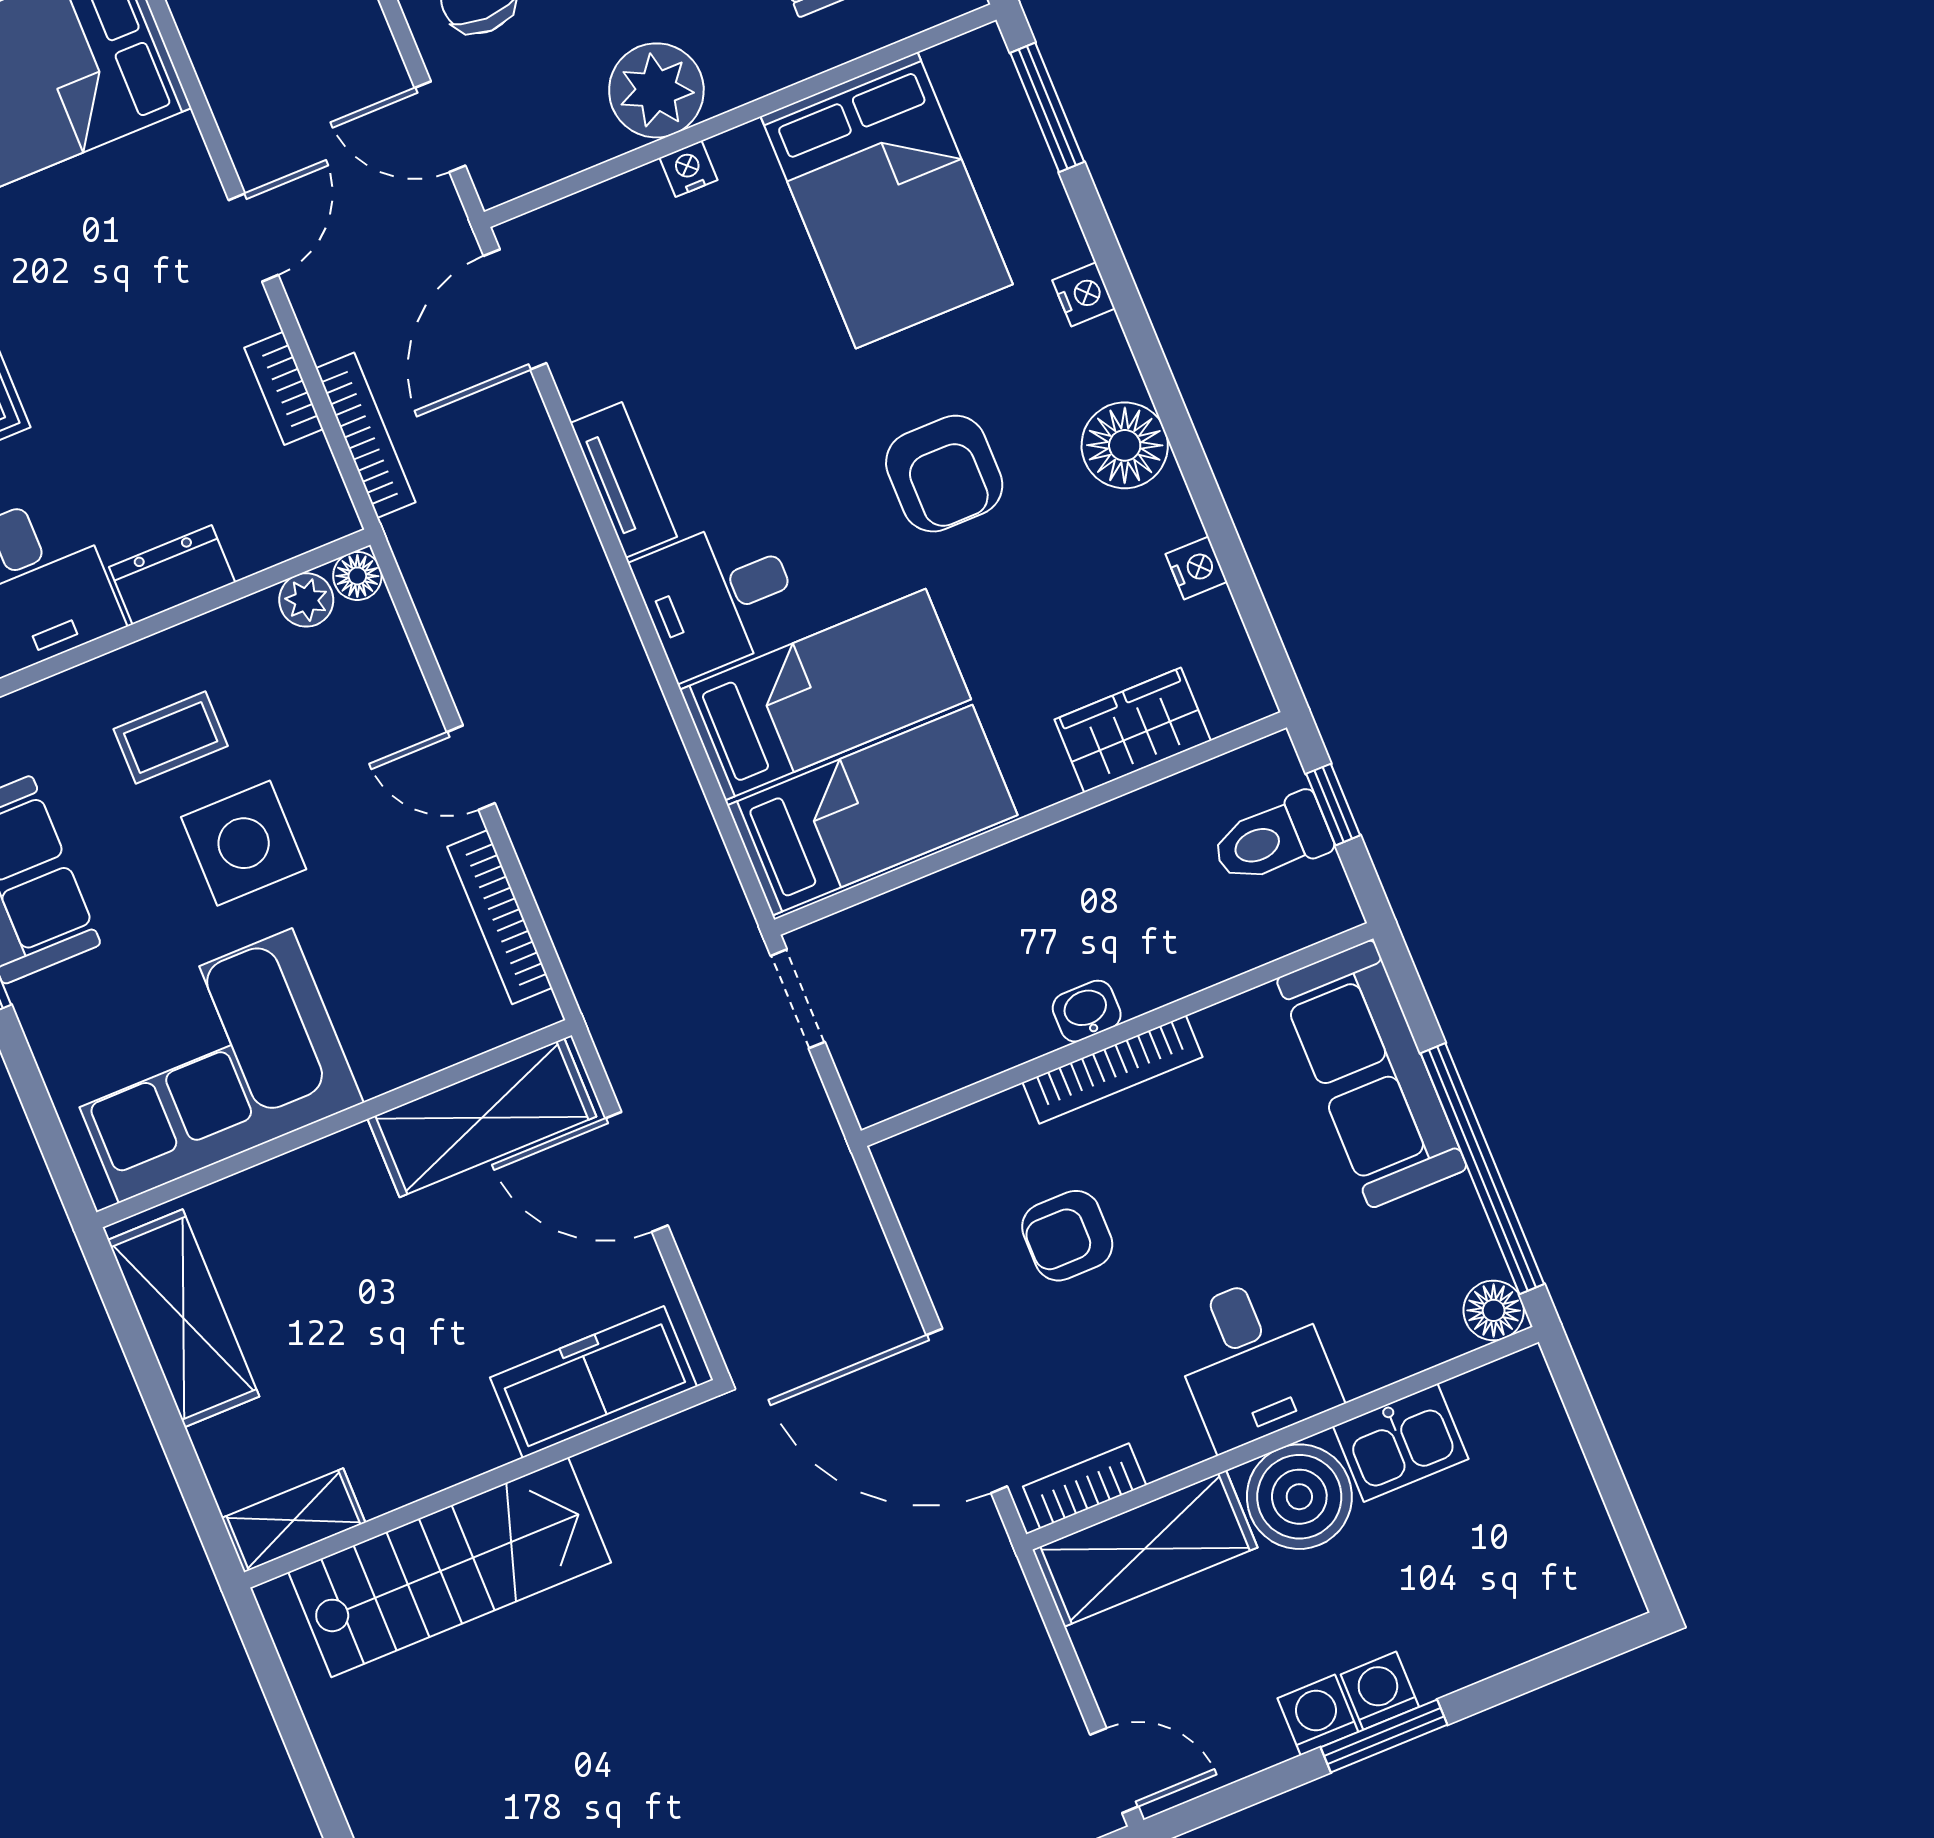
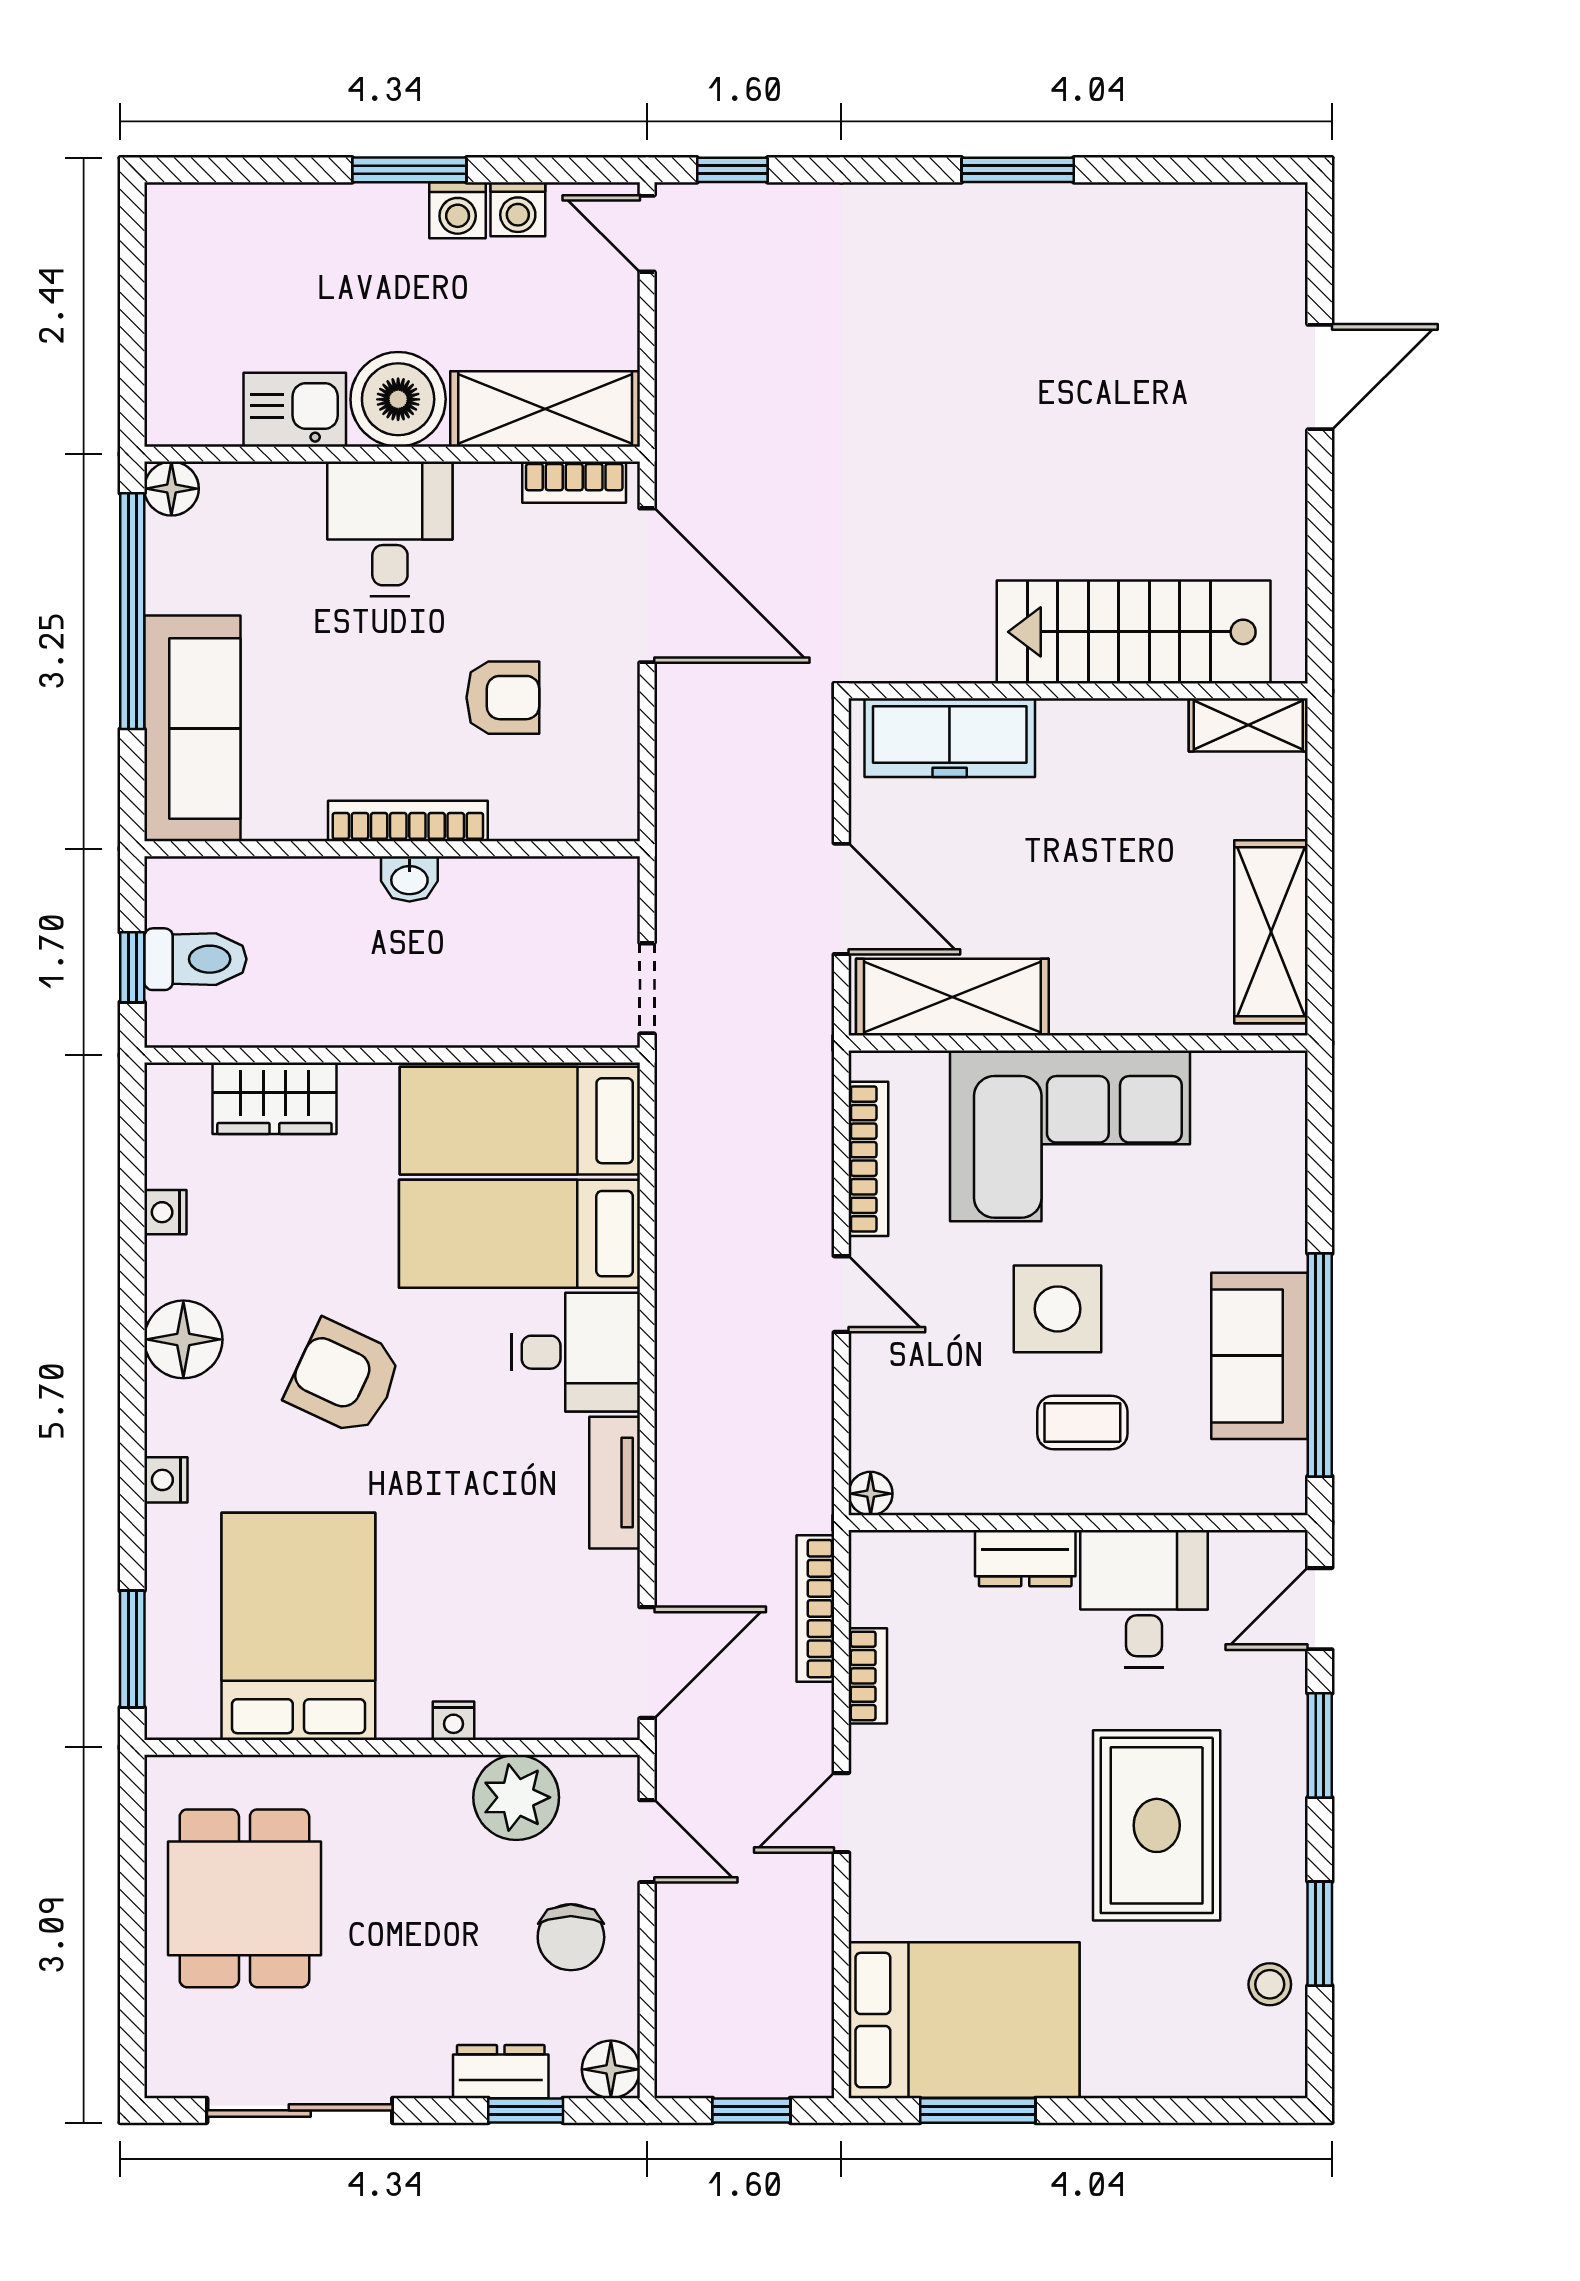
plant: (656, 90) -> (516, 1797), moved
armchair: (944, 474) -> (344, 1378), turned -65
plant: (306, 600) -> (922, 1491), removed
corner sofa: (206, 1066) -> (1070, 1136), moved
washing machine: (1380, 1691) -> (518, 209), moved

